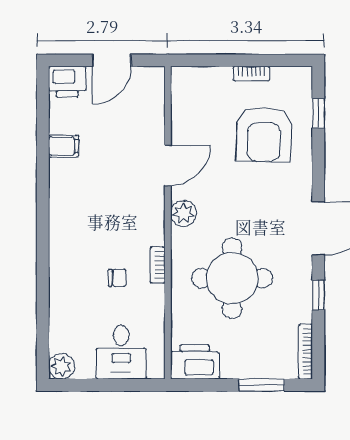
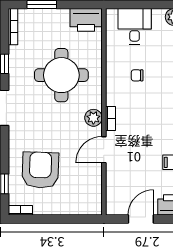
bookcase: (251, 74) -> (20, 210), moved
bookcase: (158, 265) -> (111, 119), moved

